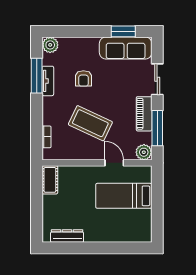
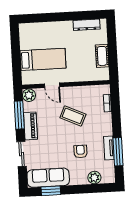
plant: (50, 45) -> (94, 178), moved
coffee table: (90, 123) -> (73, 116), width x0.73, depth x0.76
cot: (50, 180) -> (102, 56), moved

